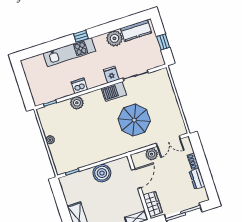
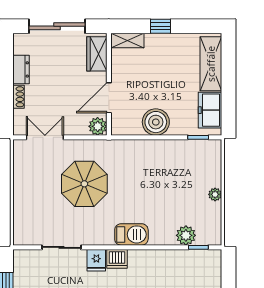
dishwasher: (79, 86) -> (117, 259), moved
barbecue: (114, 92) -> (131, 234), moved
plant: (77, 103) -> (186, 235), moved
plant: (152, 154) -> (98, 126), moved
freezer: (70, 192) -> (210, 110), added

